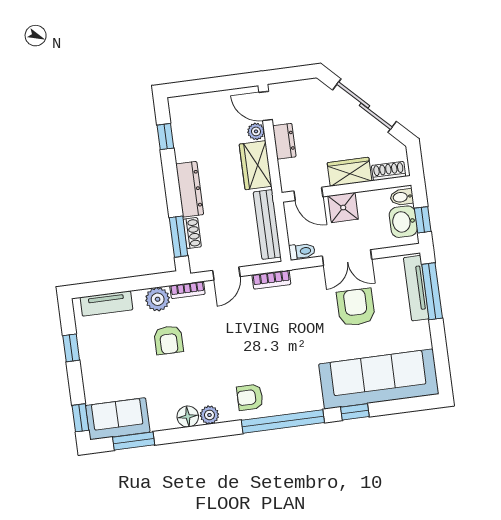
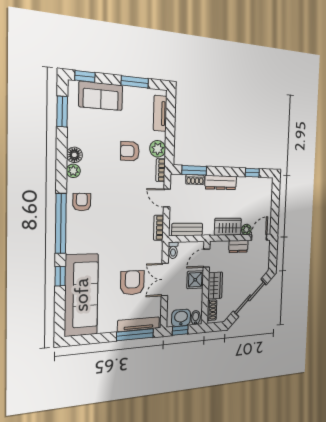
bench: (267, 225) -> (187, 229), width x0.73
armchair: (356, 307) -> (132, 283), turned -90
window: (71, 348) -> (135, 82), width x1.50
sofa: (118, 419) -> (101, 96), moved, turned 90

